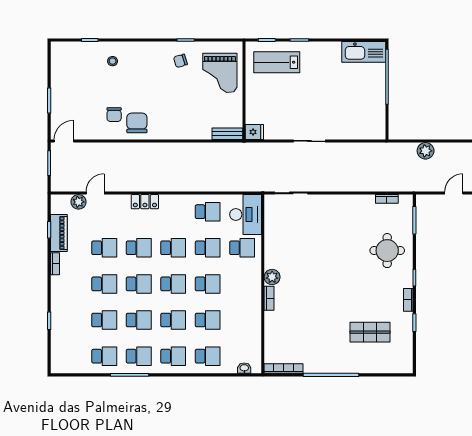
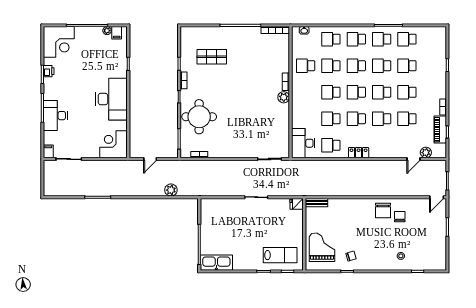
locker: (145, 202) -> (359, 153), moved
school desk: (242, 248) -> (306, 66), moved
round table: (387, 251) -> (199, 117), width x1.36, depth x1.36

